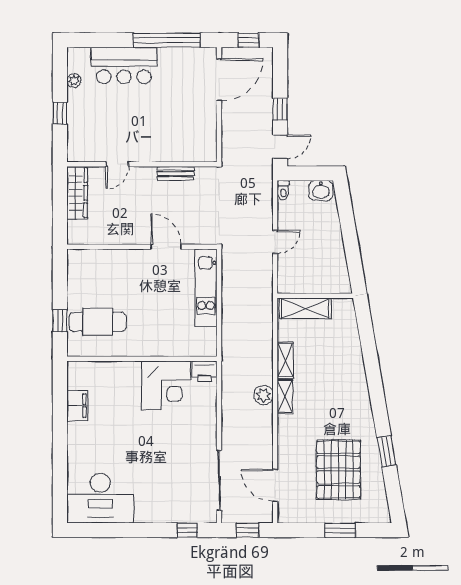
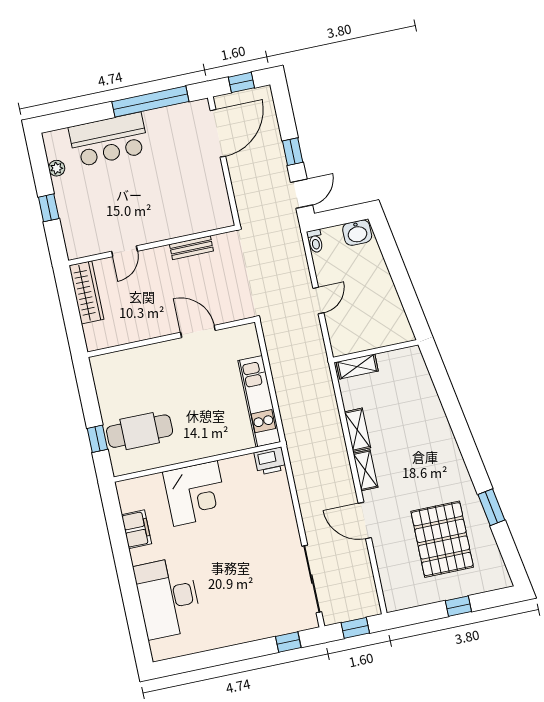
kitchen unit: (206, 288) -> (259, 401), moved
shelving: (305, 308) -> (357, 366), width x0.67, depth x0.75
corner desk: (166, 386) -> (195, 493), moved
plant: (263, 395) -> (341, 474), removed
door: (275, 485) -> (365, 521), moved
desk: (100, 498) -> (168, 598), moved, turned 90
window: (340, 530) -> (458, 606), width x0.67

